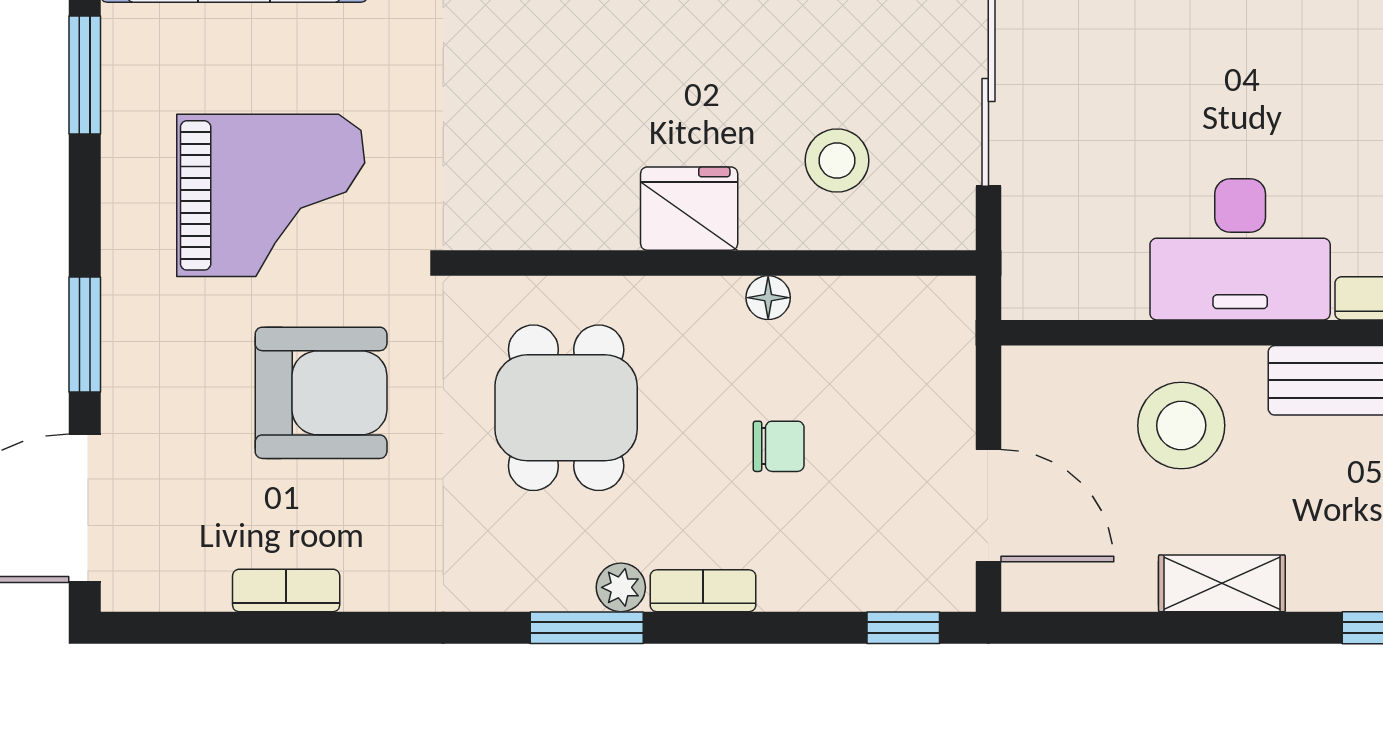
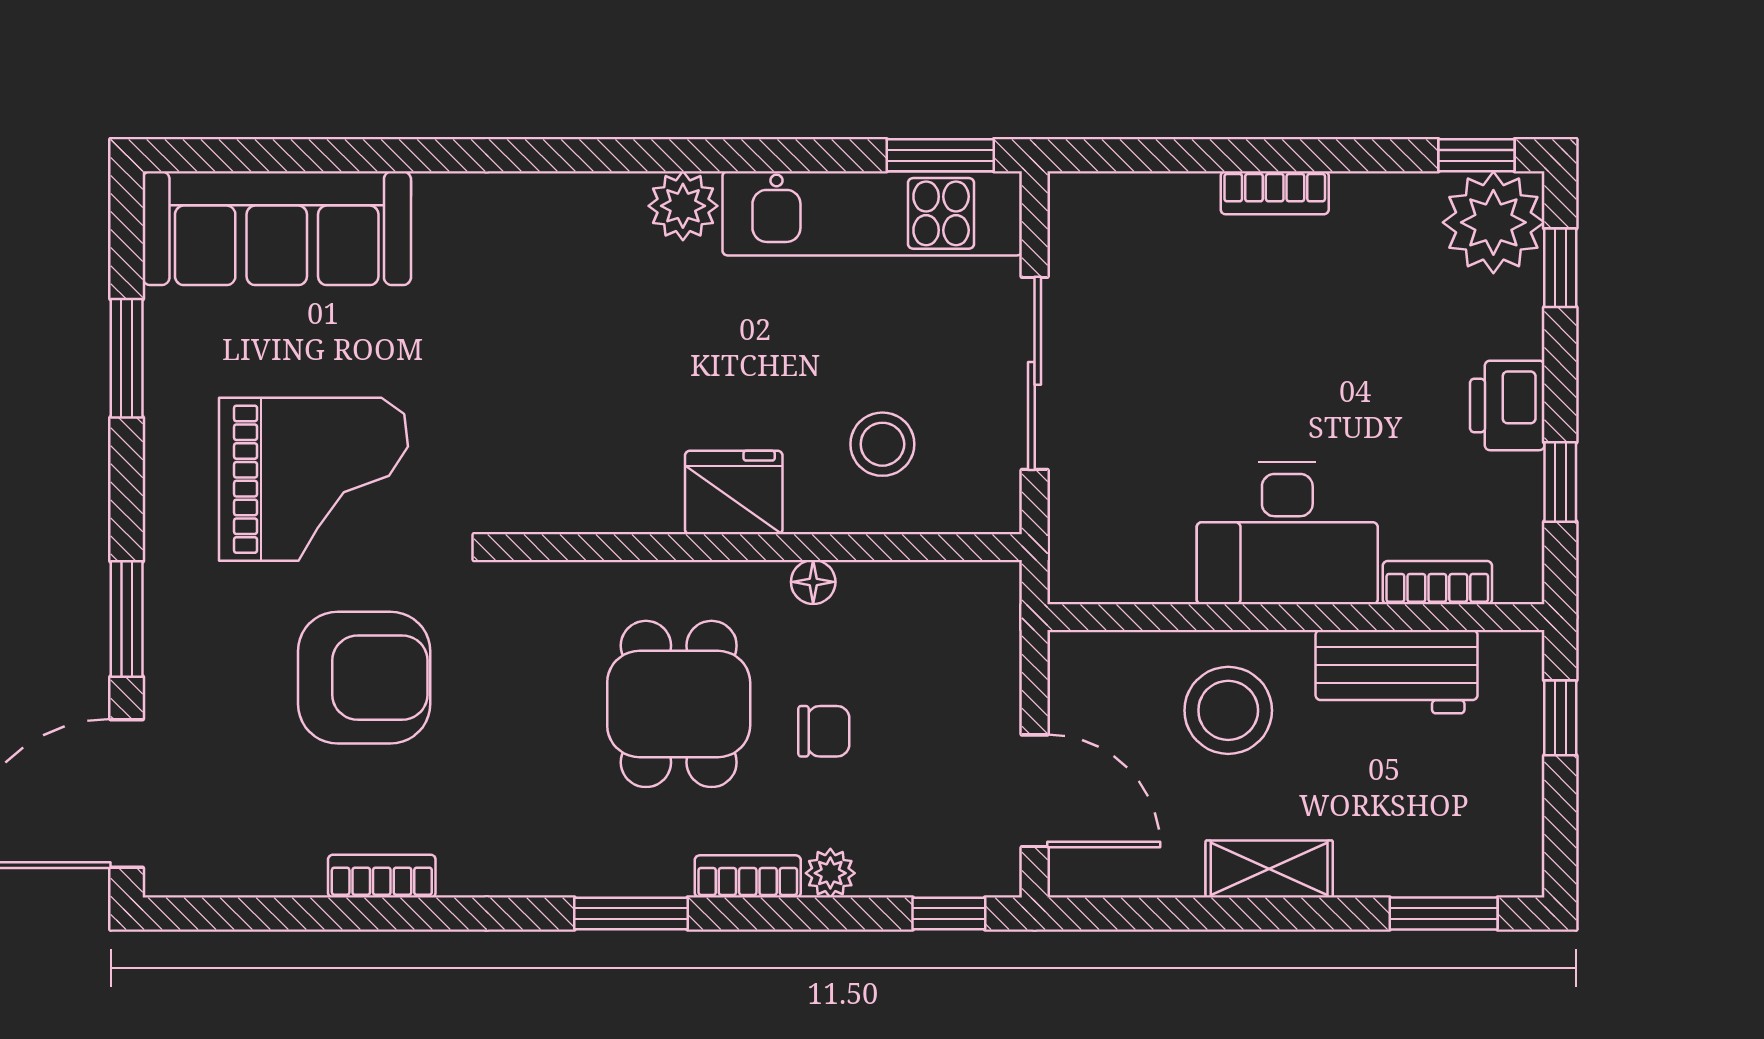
dining table: (566, 408) -> (679, 704), moved
plant: (621, 587) -> (830, 873), moved
bookcase: (286, 590) -> (382, 876), moved

